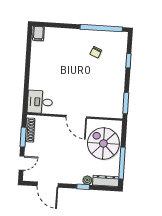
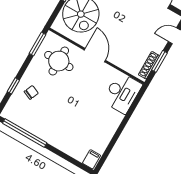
chair: (96, 52) -> (31, 92), moved
round table: (102, 98) -> (59, 61), added
desk: (40, 102) -> (122, 93), width x1.37

